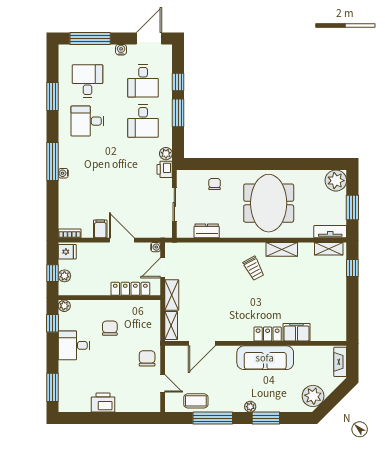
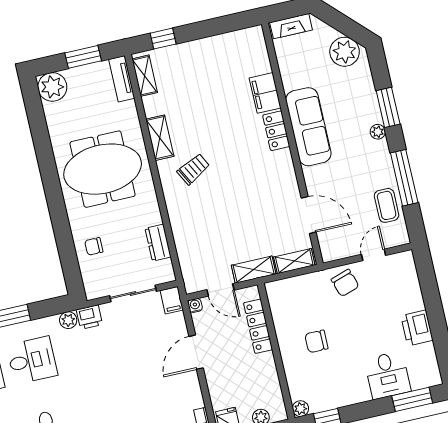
filing cabinet: (100, 229) -> (172, 300), moved, turned -90
desk: (74, 345) -> (387, 375), moved
chair: (147, 358) -> (345, 283), turned -108

